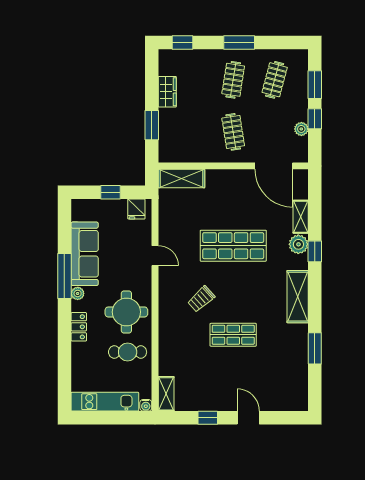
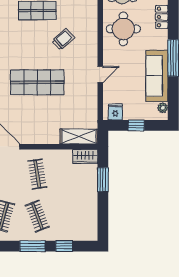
window: (183, 43) -> (64, 246), moved
clothes rail: (233, 80) -> (37, 216), turned -30
wardrobe: (167, 92) -> (85, 157), moved, turned -90
door: (155, 256) -> (100, 74), swing flipped
plant: (78, 293) -> (163, 108), moved

